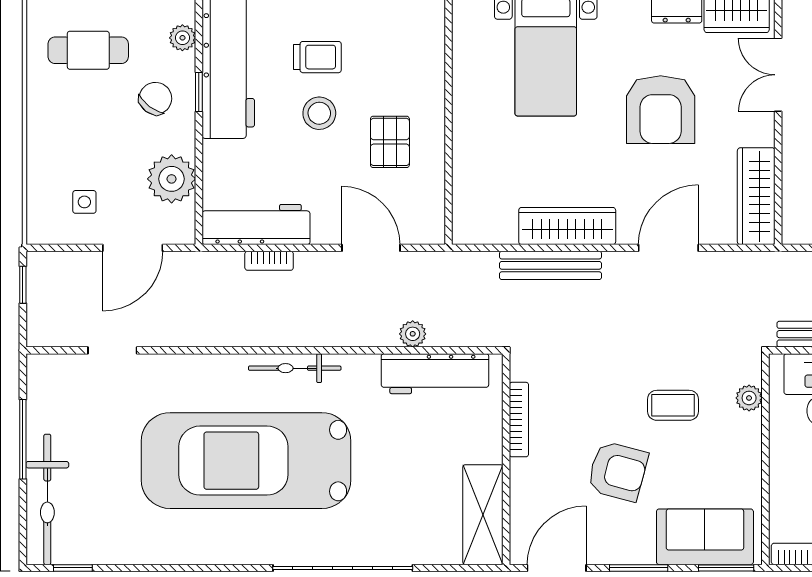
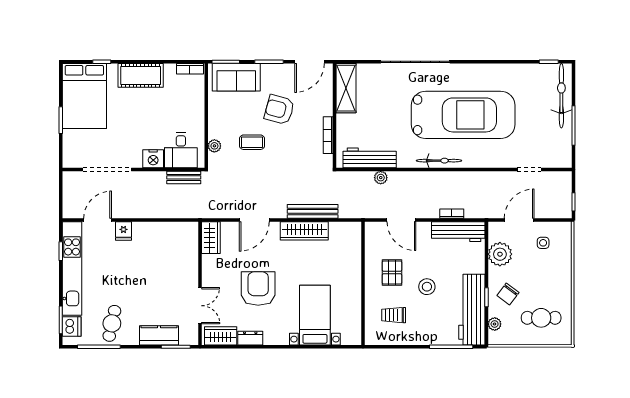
trolley: (317, 57) -> (394, 315), moved
wardrobe: (756, 196) -> (211, 238), width x0.67

